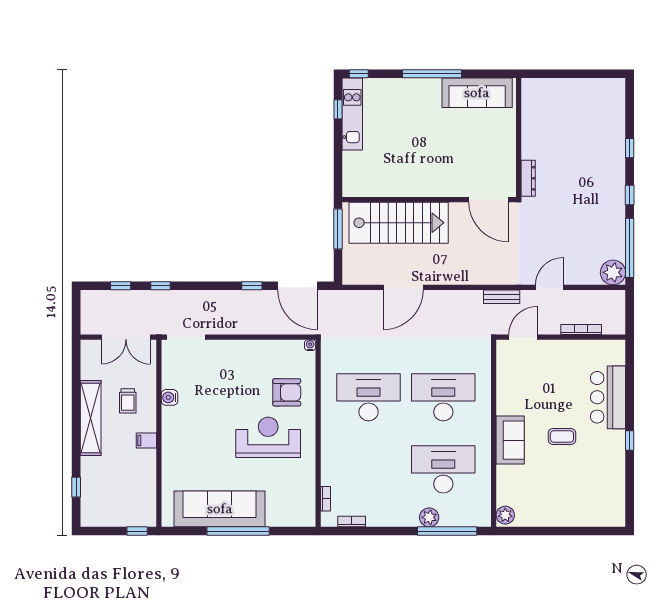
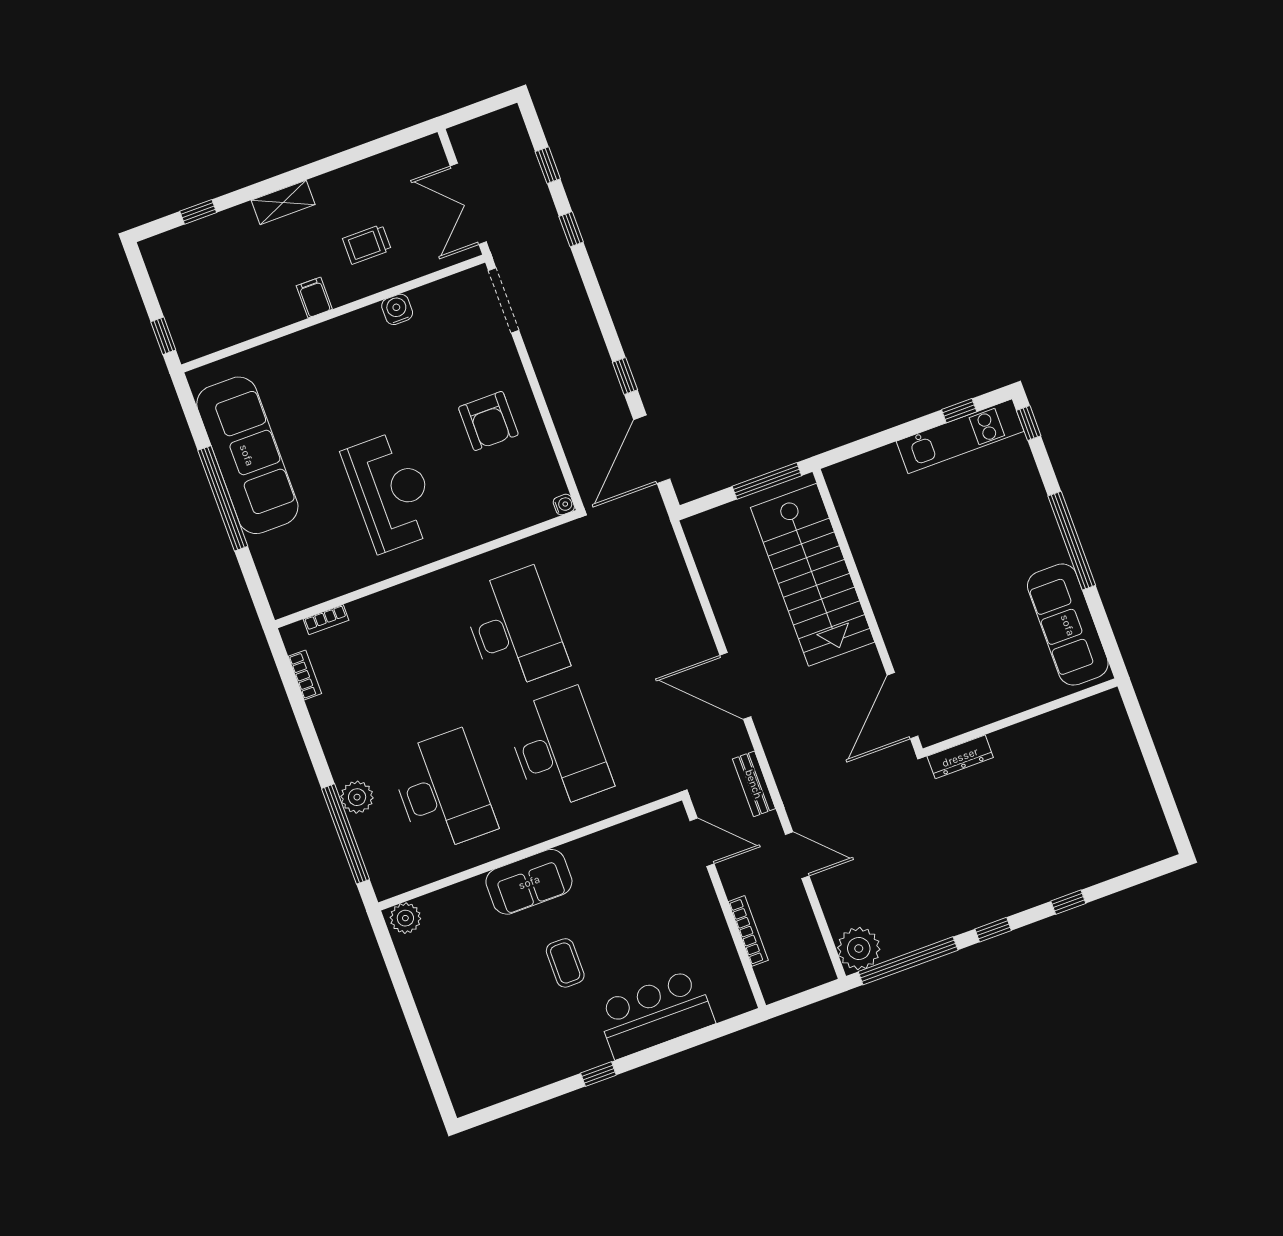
door: (403, 287) -> (735, 686), moved
armchair: (287, 392) -> (488, 421), moved
shelving: (91, 418) -> (283, 202), width x0.45, depth x0.75

